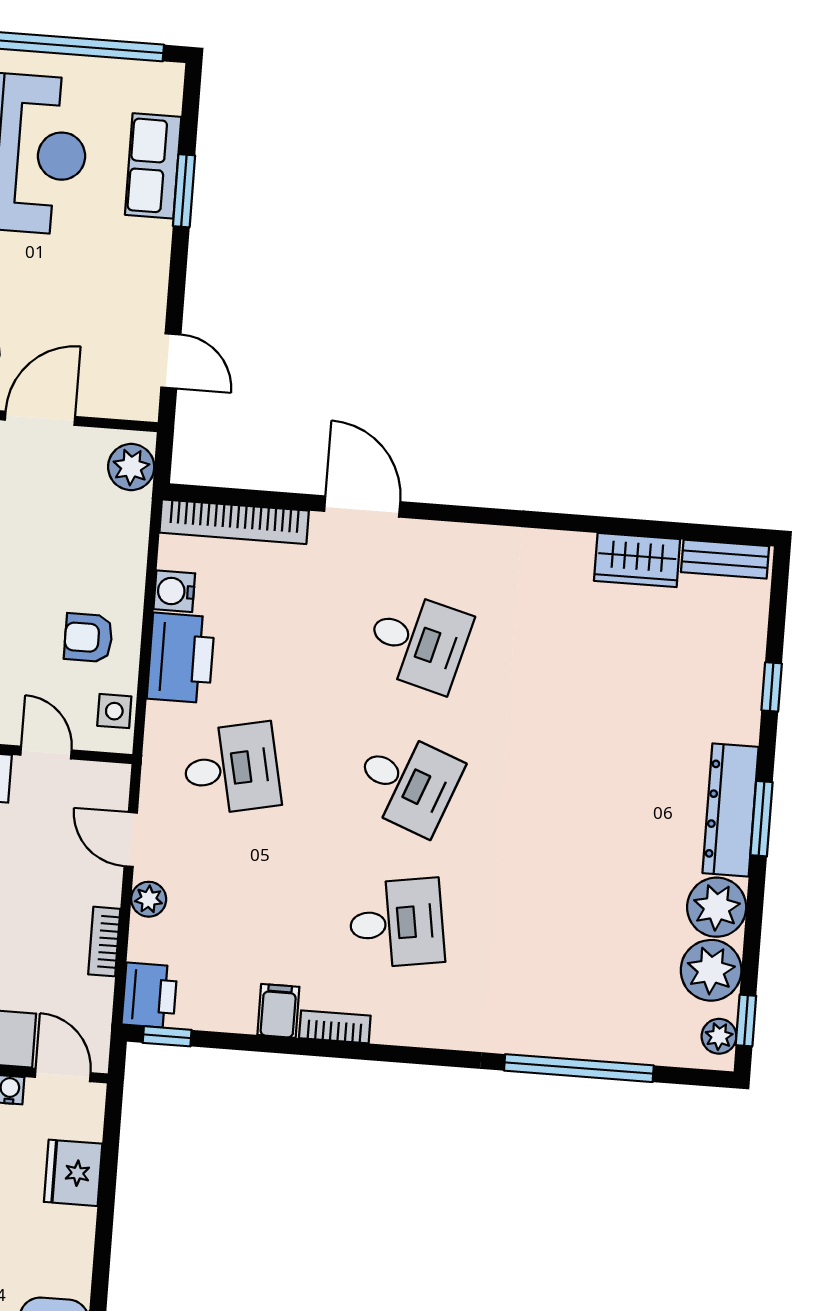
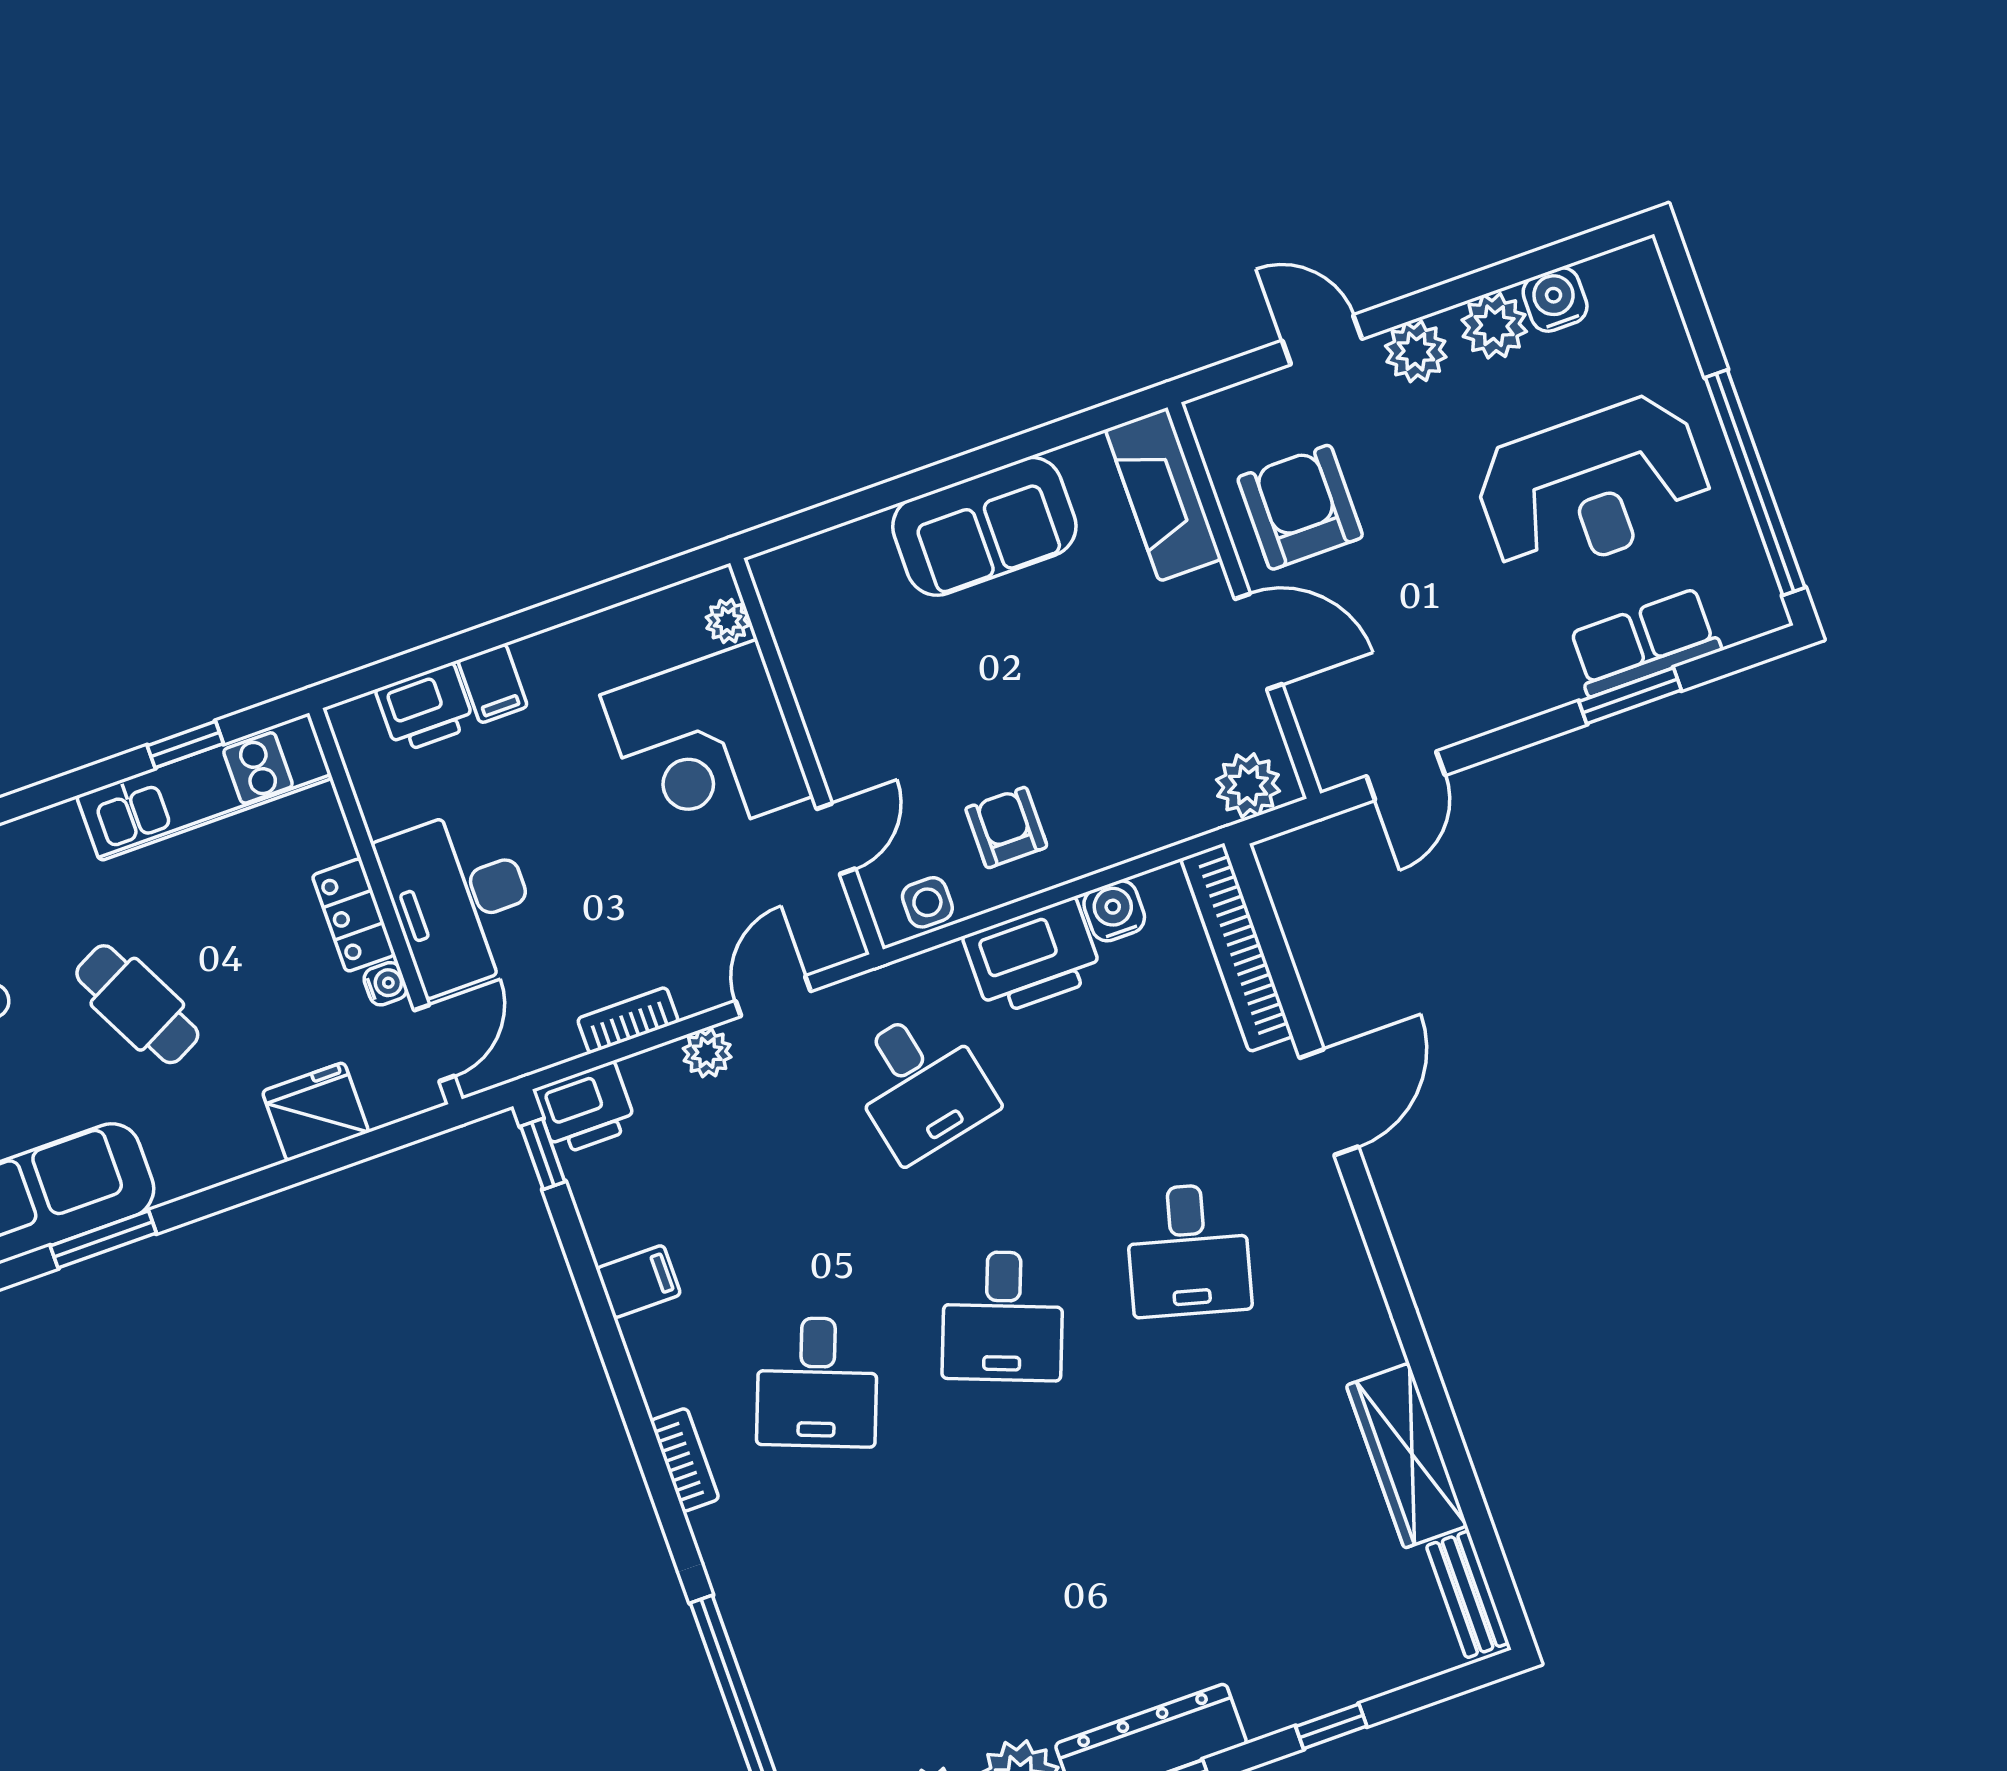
wardrobe: (637, 560) -> (1407, 1456), width x1.50
desk: (396, 923) -> (817, 1382), turned 30
bookcase: (335, 1027) -> (685, 1460), moved

